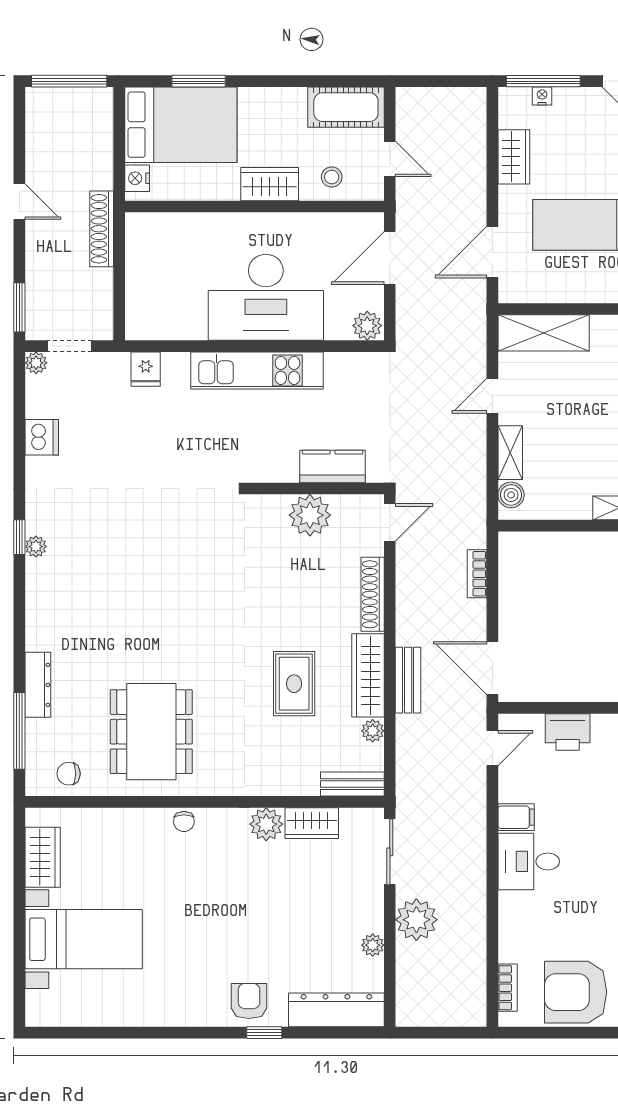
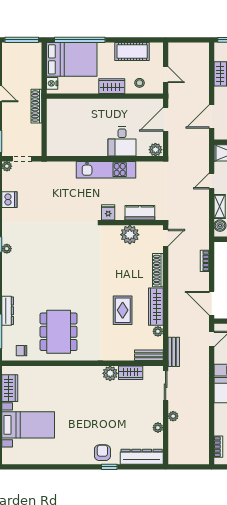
window: (199, 81) -> (80, 40), width x2.11
cot: (346, 107) -> (132, 51), moved
desk: (266, 297) -> (122, 141), width x0.53, depth x0.77
fridge: (146, 369) -> (108, 212), moved, turned 180
bench: (408, 680) -> (174, 352), moved
chair: (184, 821) -> (73, 372), removed
plant: (416, 920) -> (173, 416), width x0.53, depth x0.53

